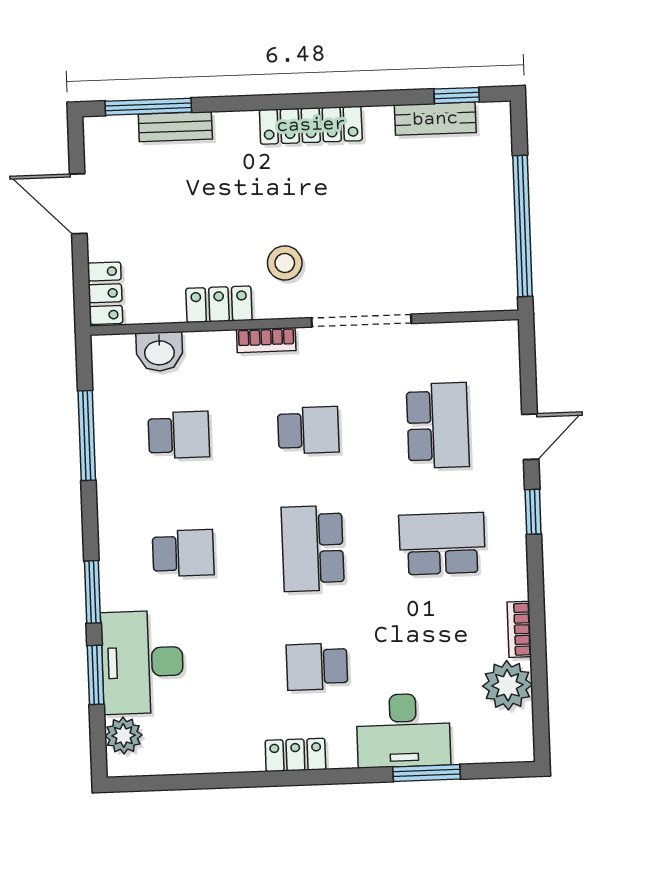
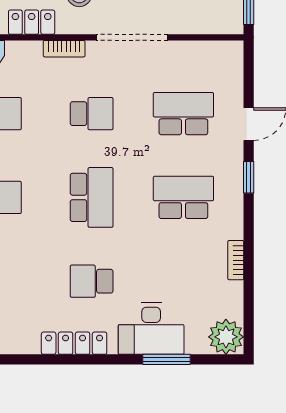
school desk: (438, 425) -> (183, 114), turned -90
school desk: (313, 548) -> (92, 197), turned 180
plant: (507, 685) -> (226, 337), moved
locker: (295, 755) -> (74, 343), width x1.53

